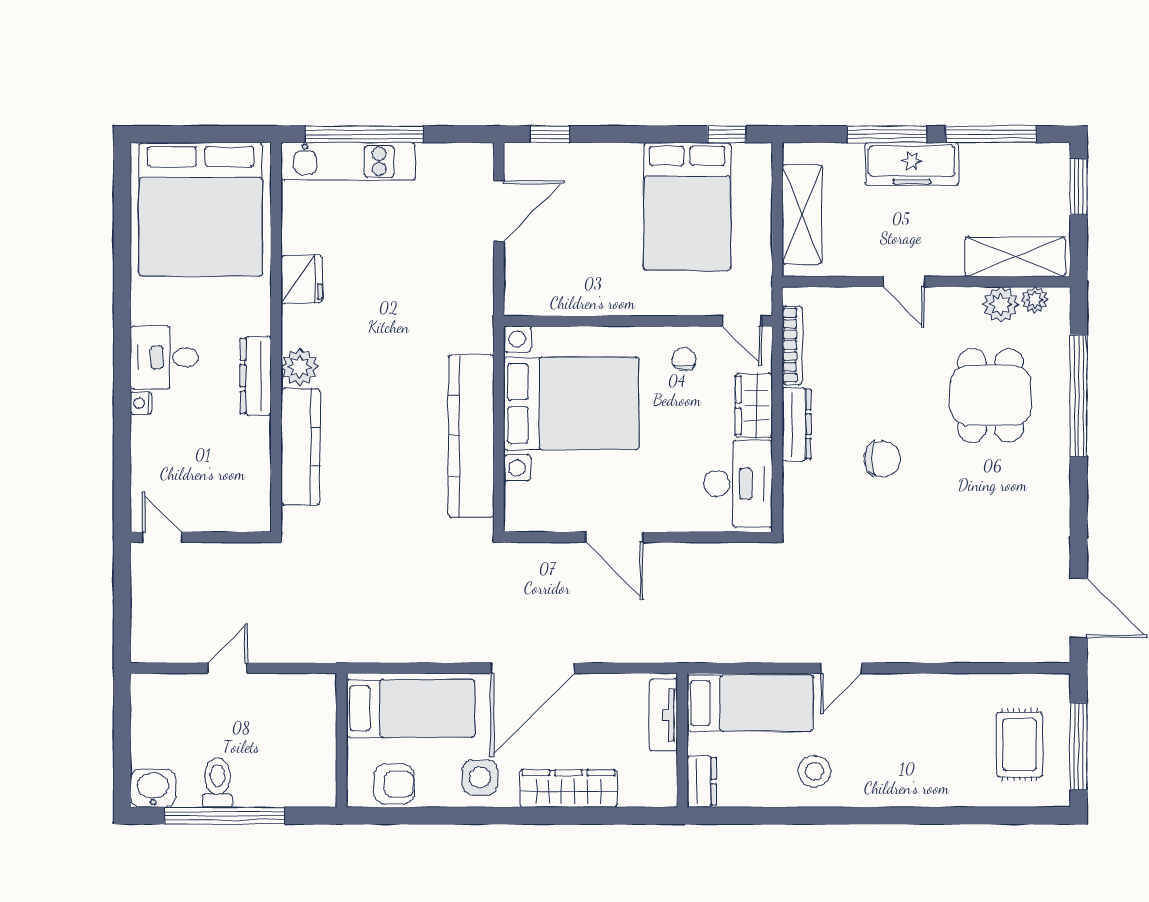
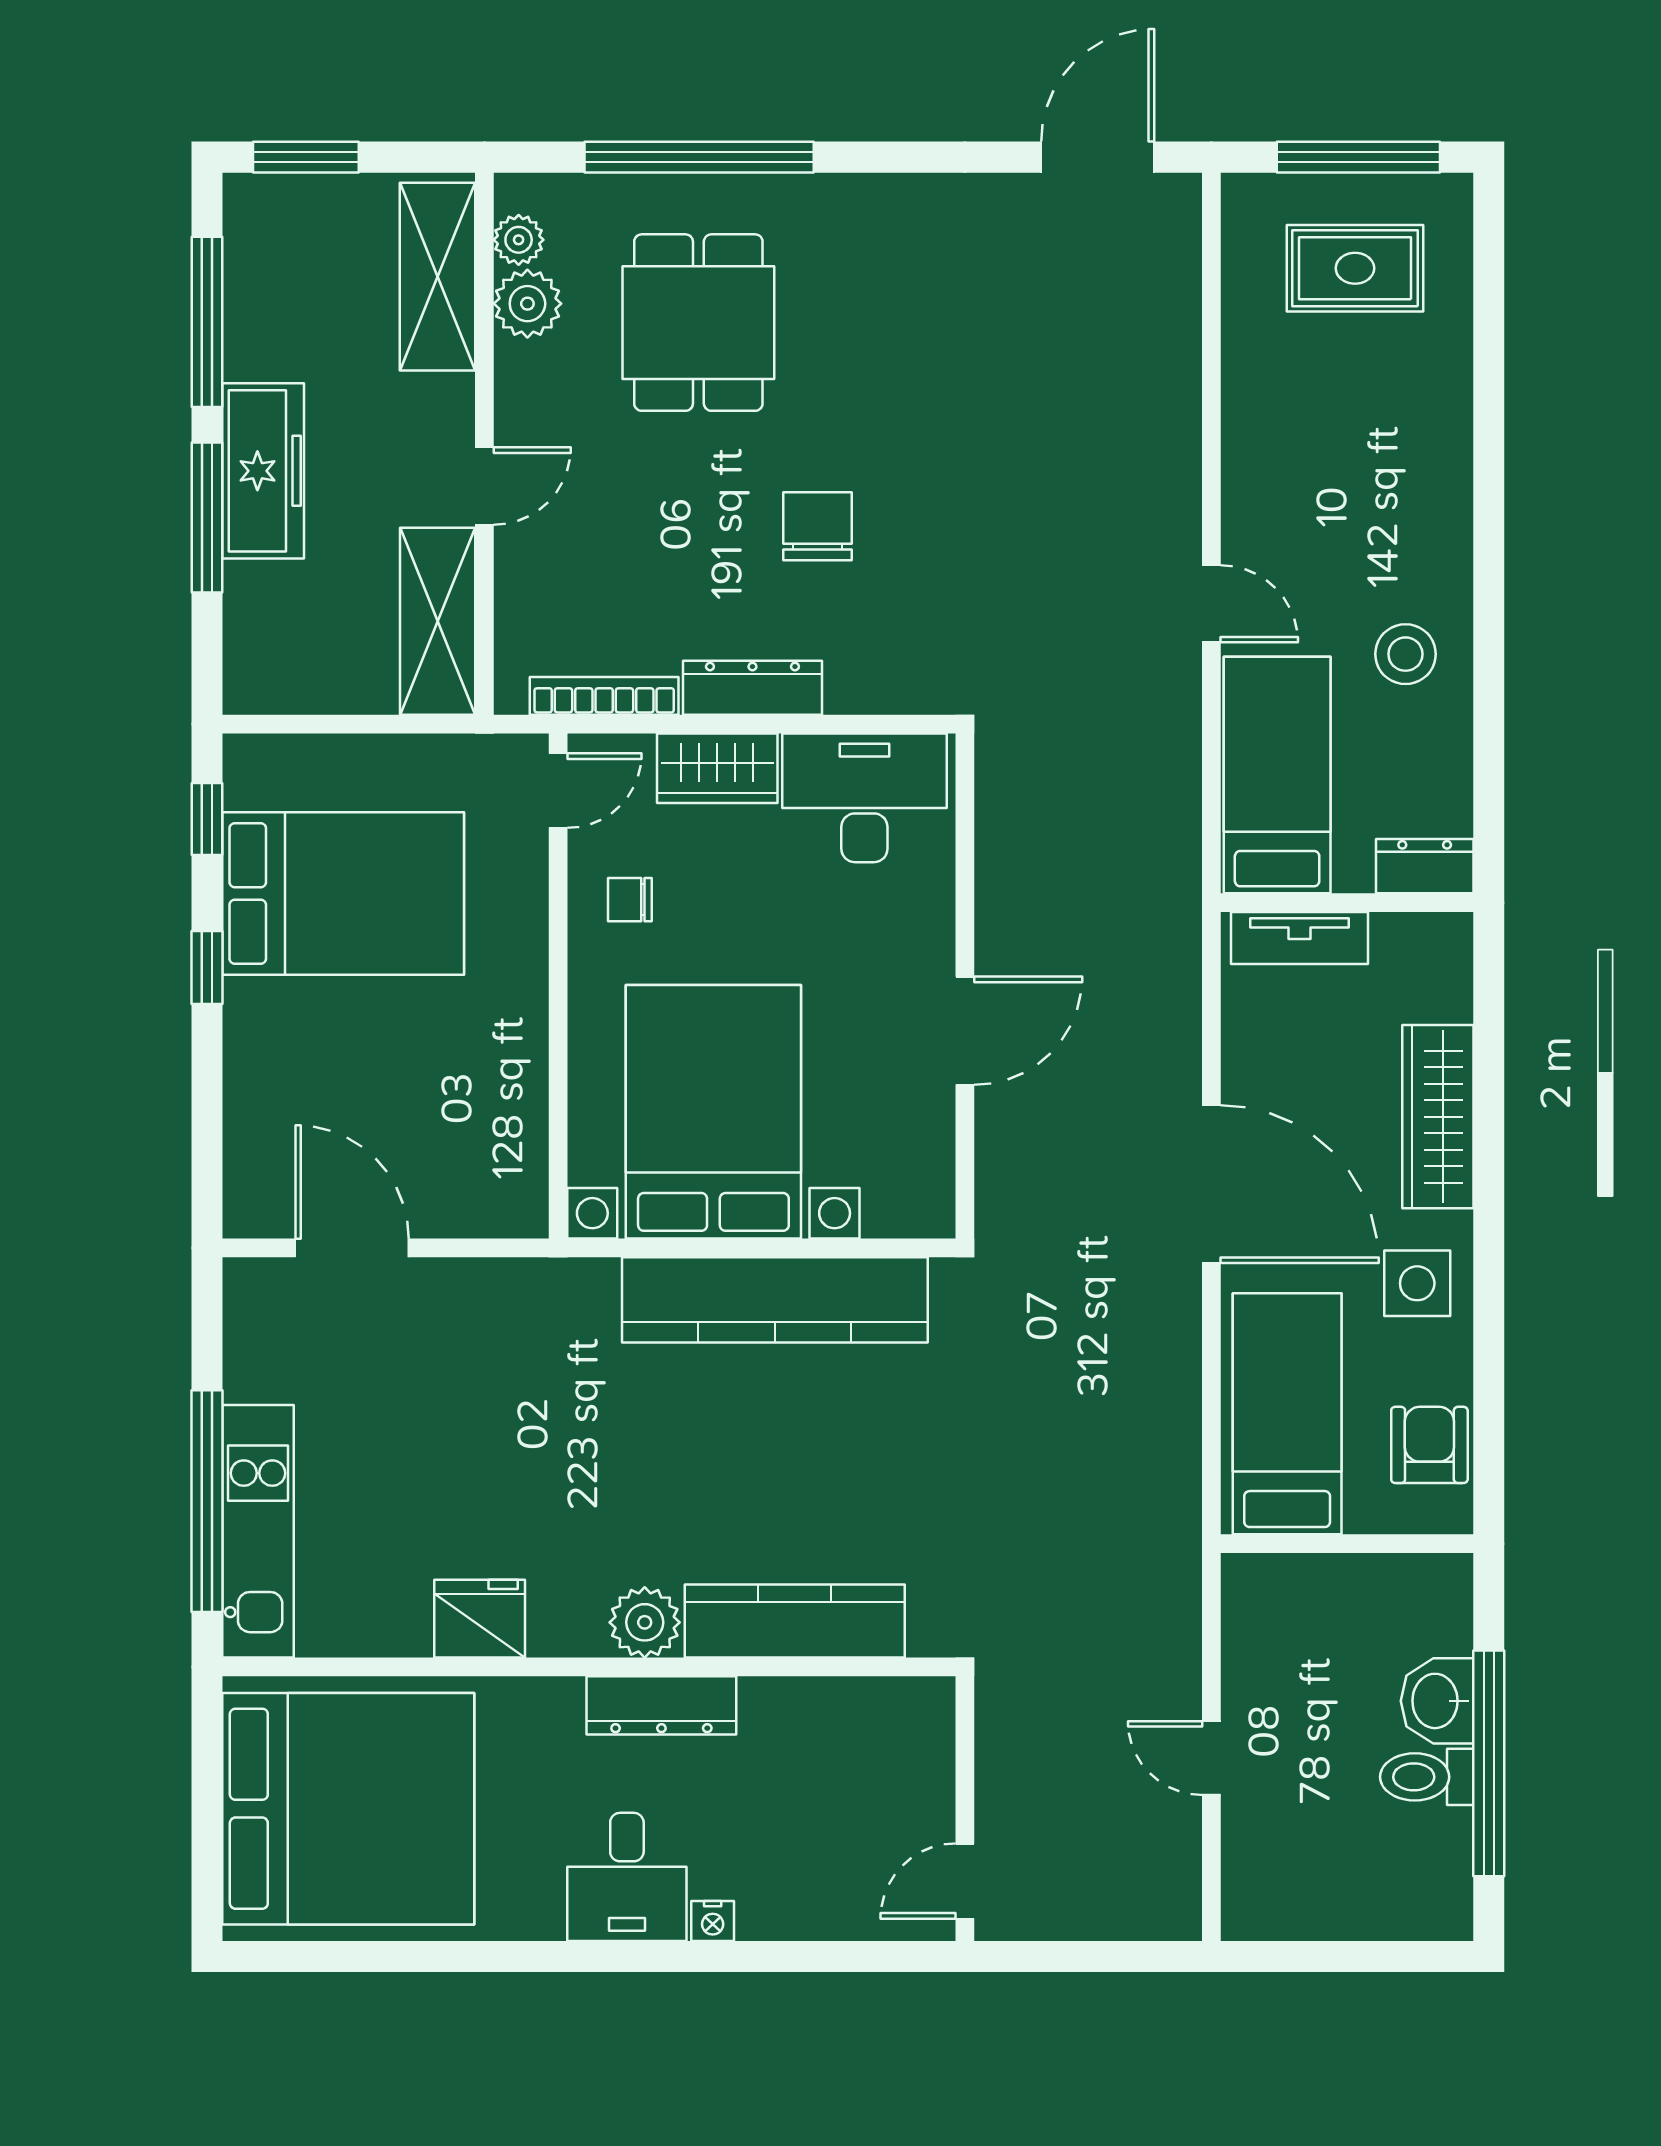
window: (550, 134) -> (207, 967), moved
shelving: (802, 214) -> (438, 621), moved, turned 90
dining table: (991, 395) -> (698, 323), turned 90
washbasin: (153, 788) -> (1437, 1701), moved

